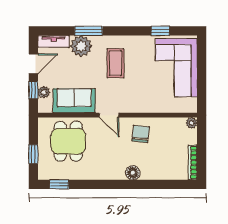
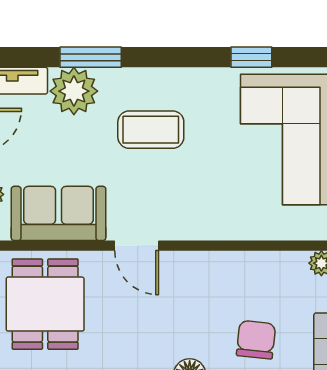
coffee table: (115, 63) -> (151, 130), turned 90
chair: (141, 134) -> (256, 340), moved

